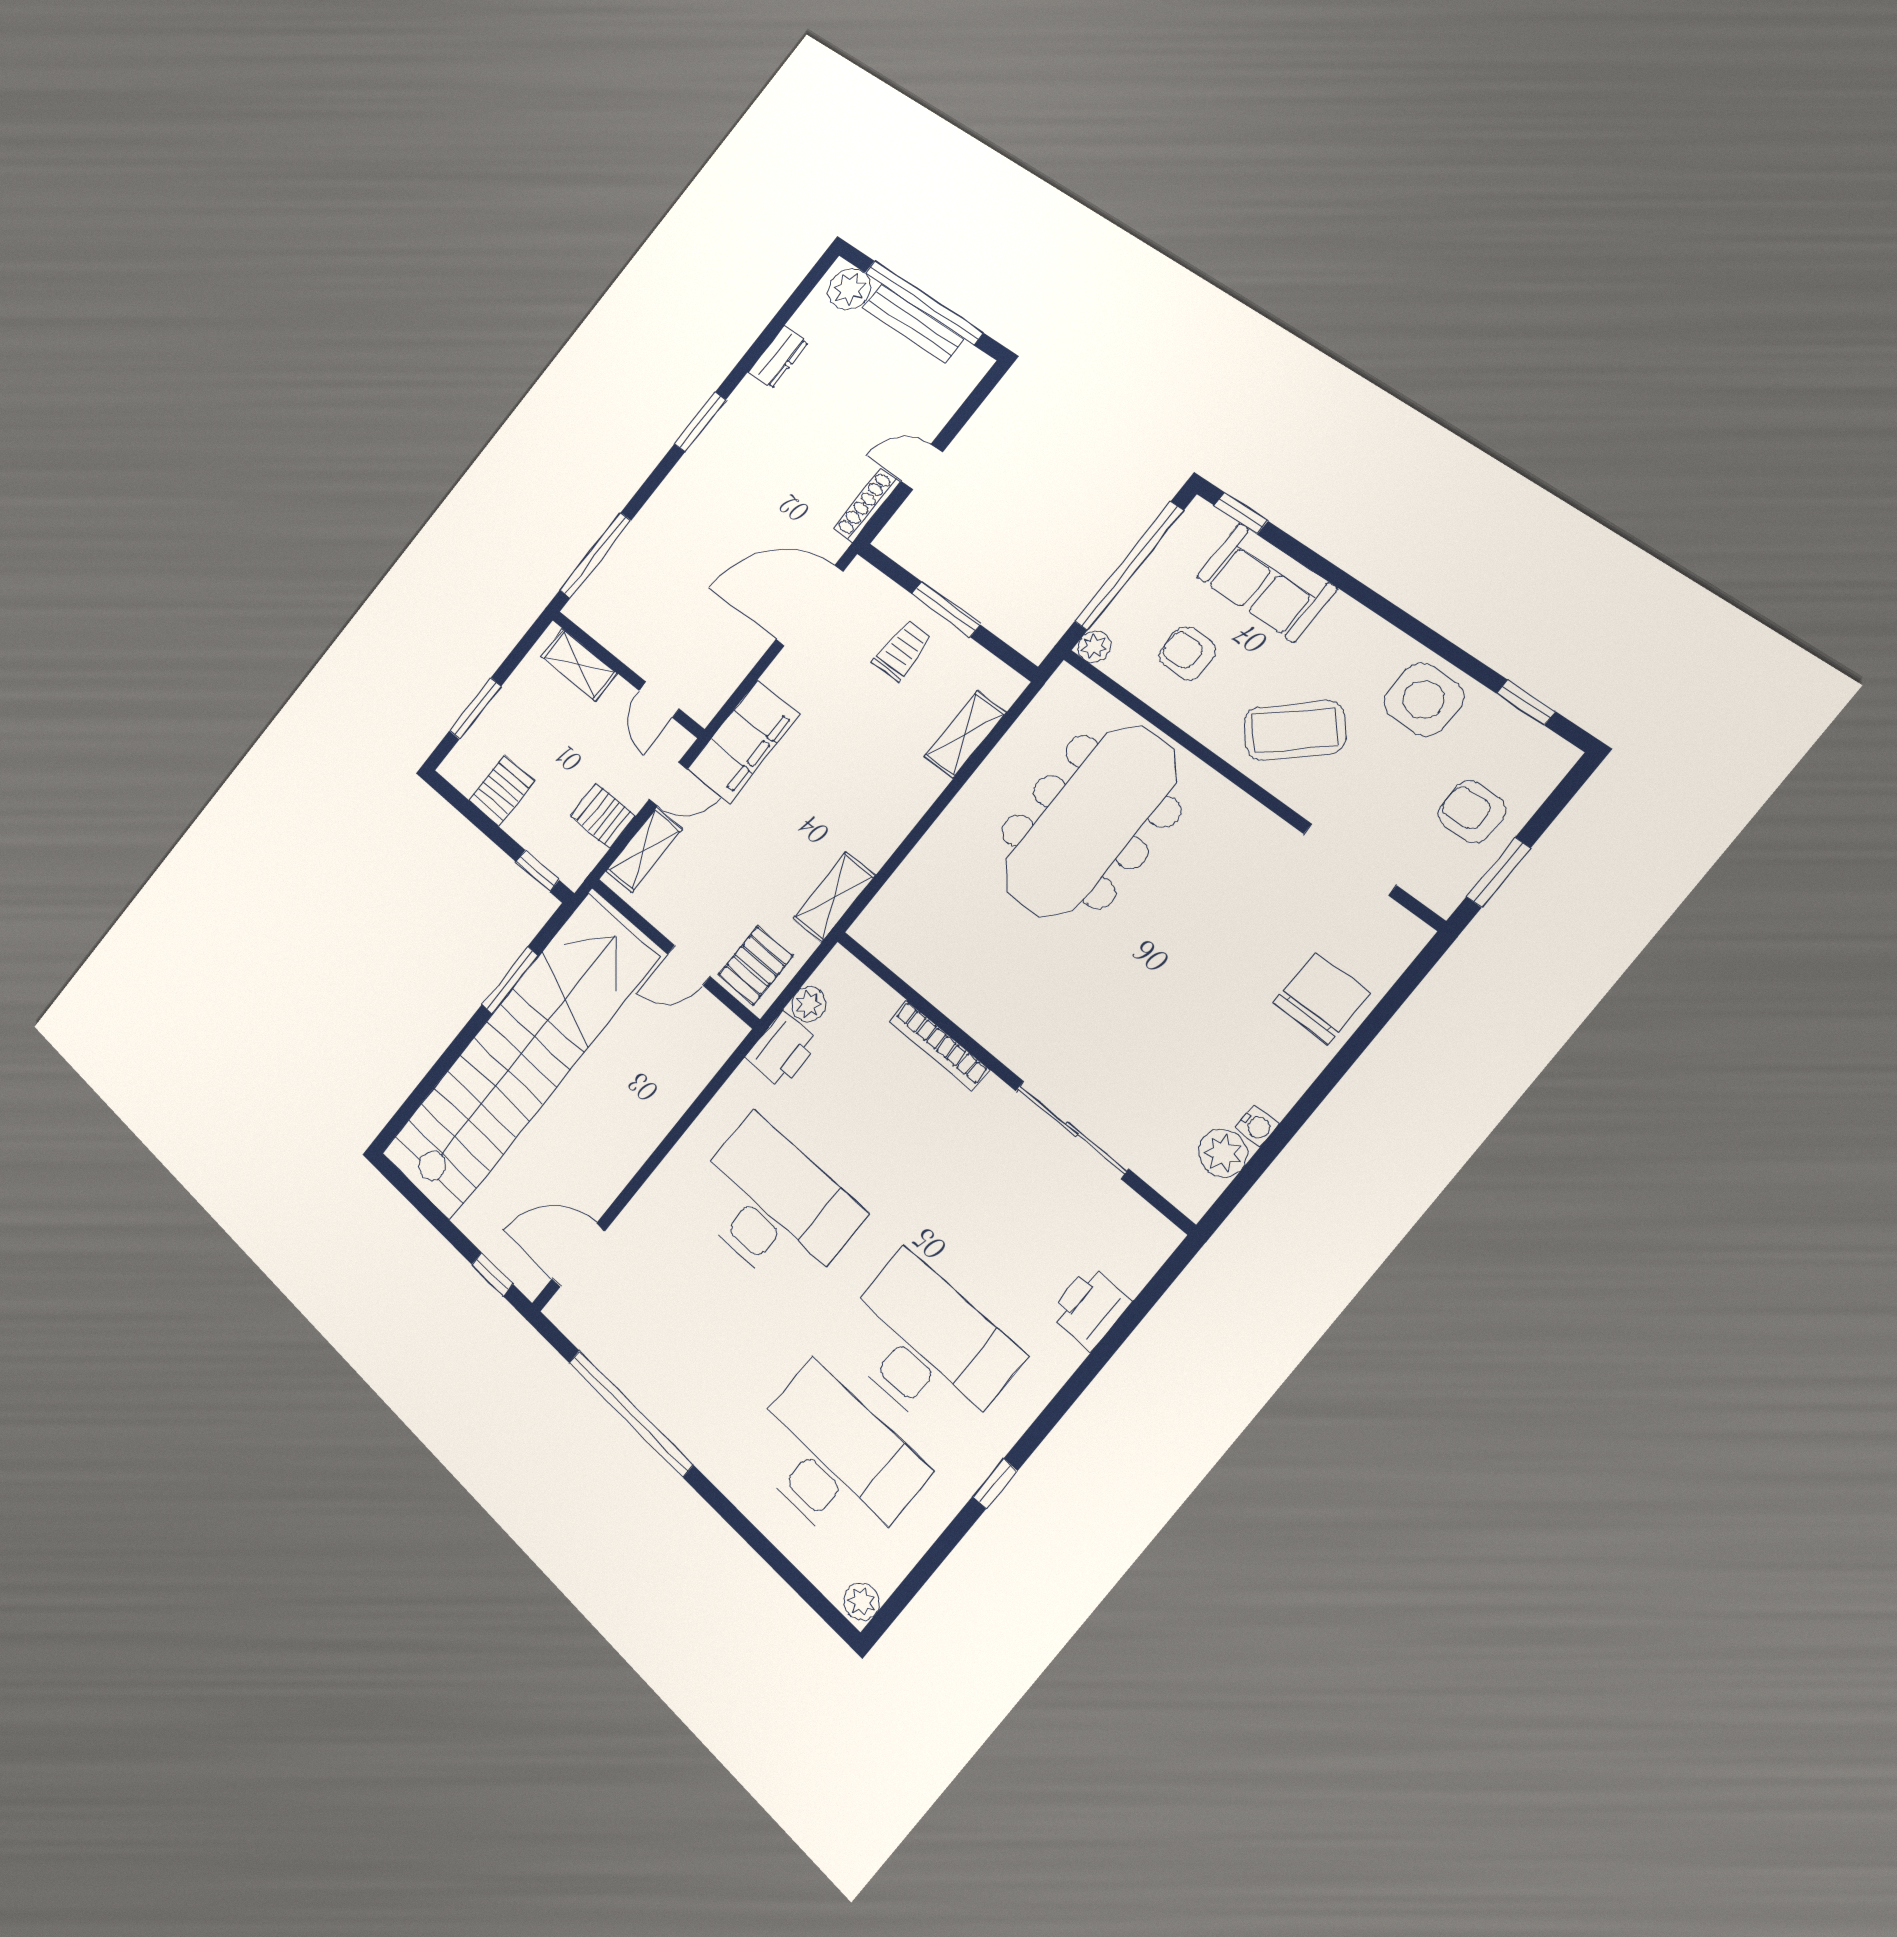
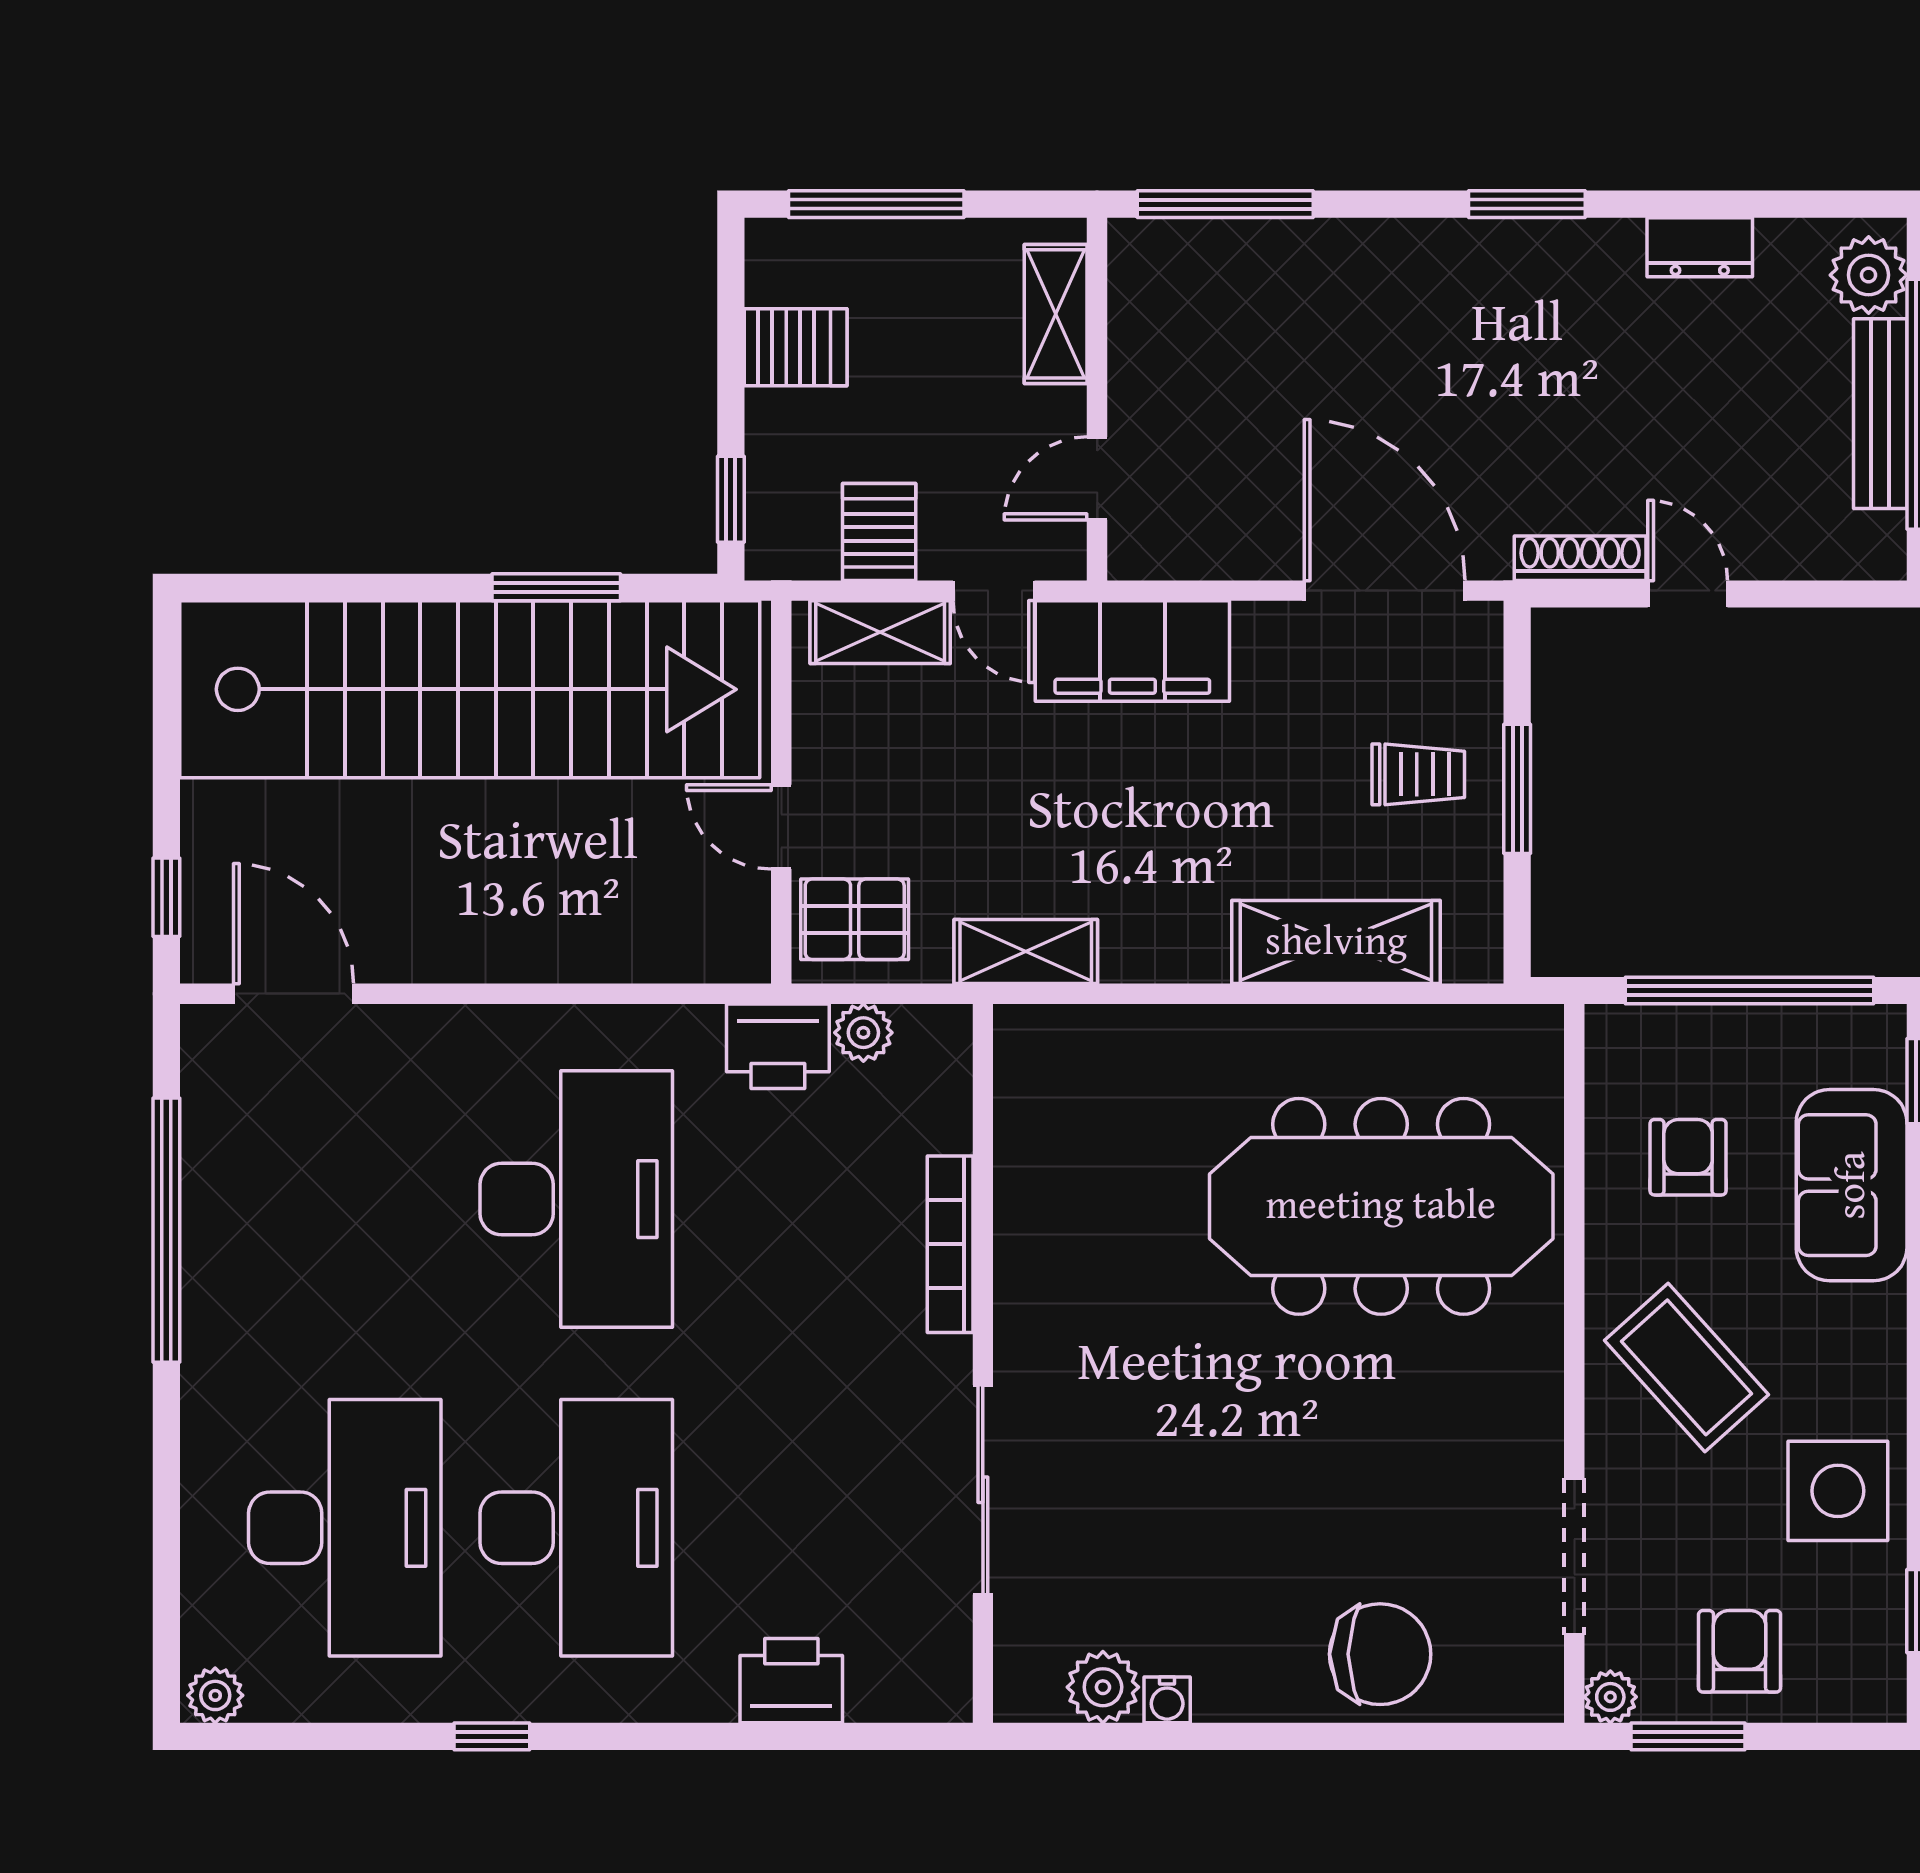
plant: (1094, 647) -> (1610, 1697), moved
window: (475, 708) -> (876, 204), width x1.44
shelving: (965, 735) -> (1336, 942), width x1.50, depth x1.33

